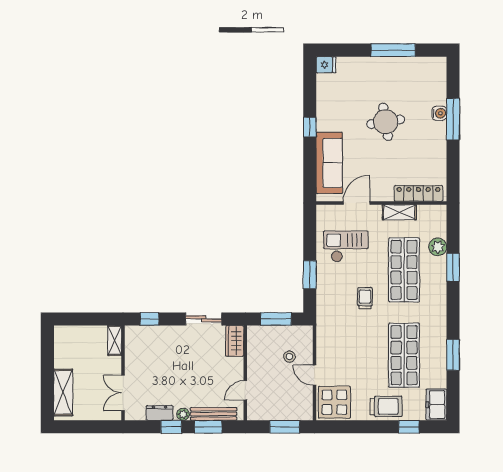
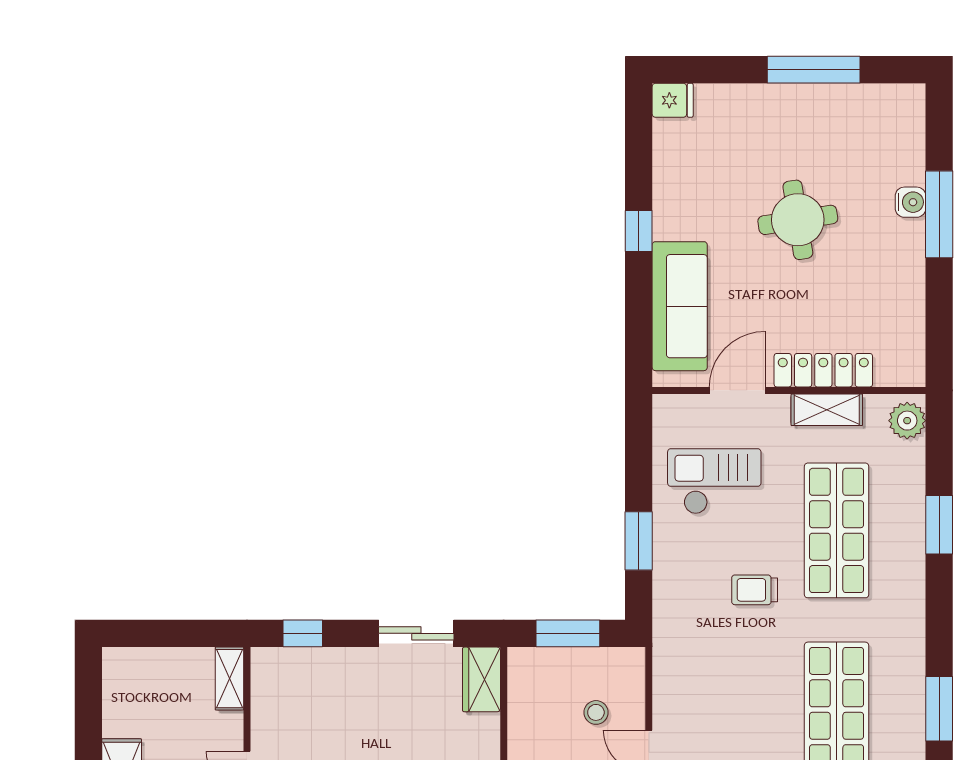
locker: (418, 193) -> (823, 370), moved
plant: (438, 247) -> (907, 421), moved
trolley: (365, 298) -> (755, 590), turned -90

